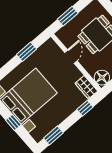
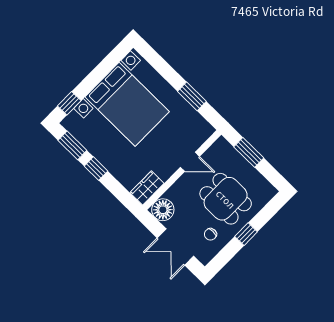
window: (85, 108) -> (96, 169), moved
window: (13, 122) -> (69, 103), moved

